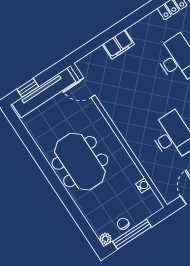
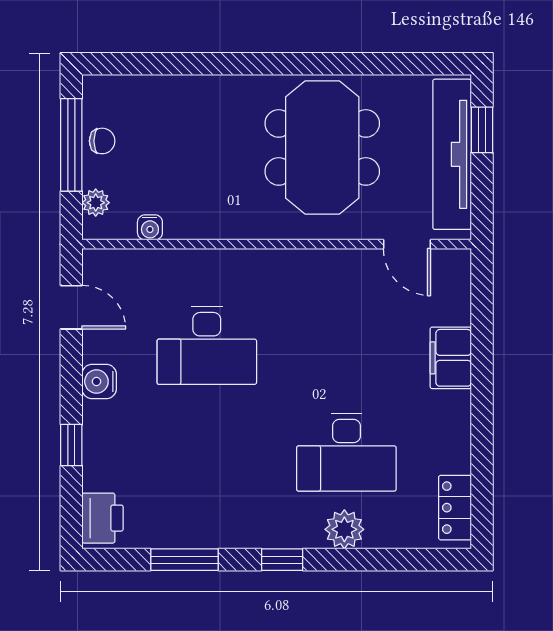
door: (87, 88) -> (407, 244), swing flipped
meeting table: (80, 162) -> (322, 147), moved, turned 90
plant: (105, 239) -> (96, 203), moved

